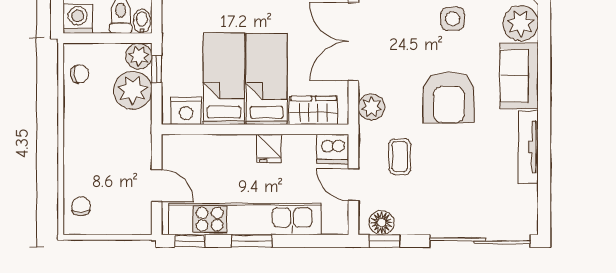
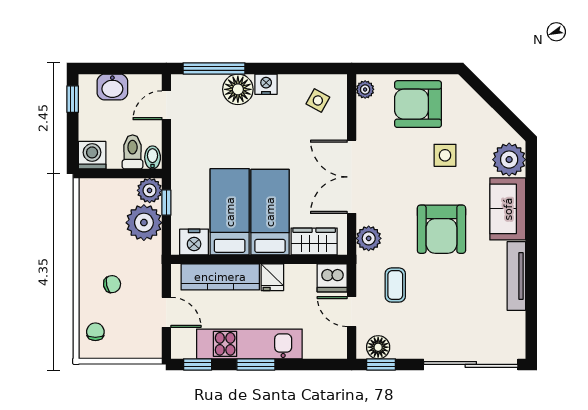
chair: (80, 74) -> (112, 284), moved
kitchen counter: (214, 148) -> (220, 277), added
kitchen unit: (245, 219) -> (249, 344), width x0.73

